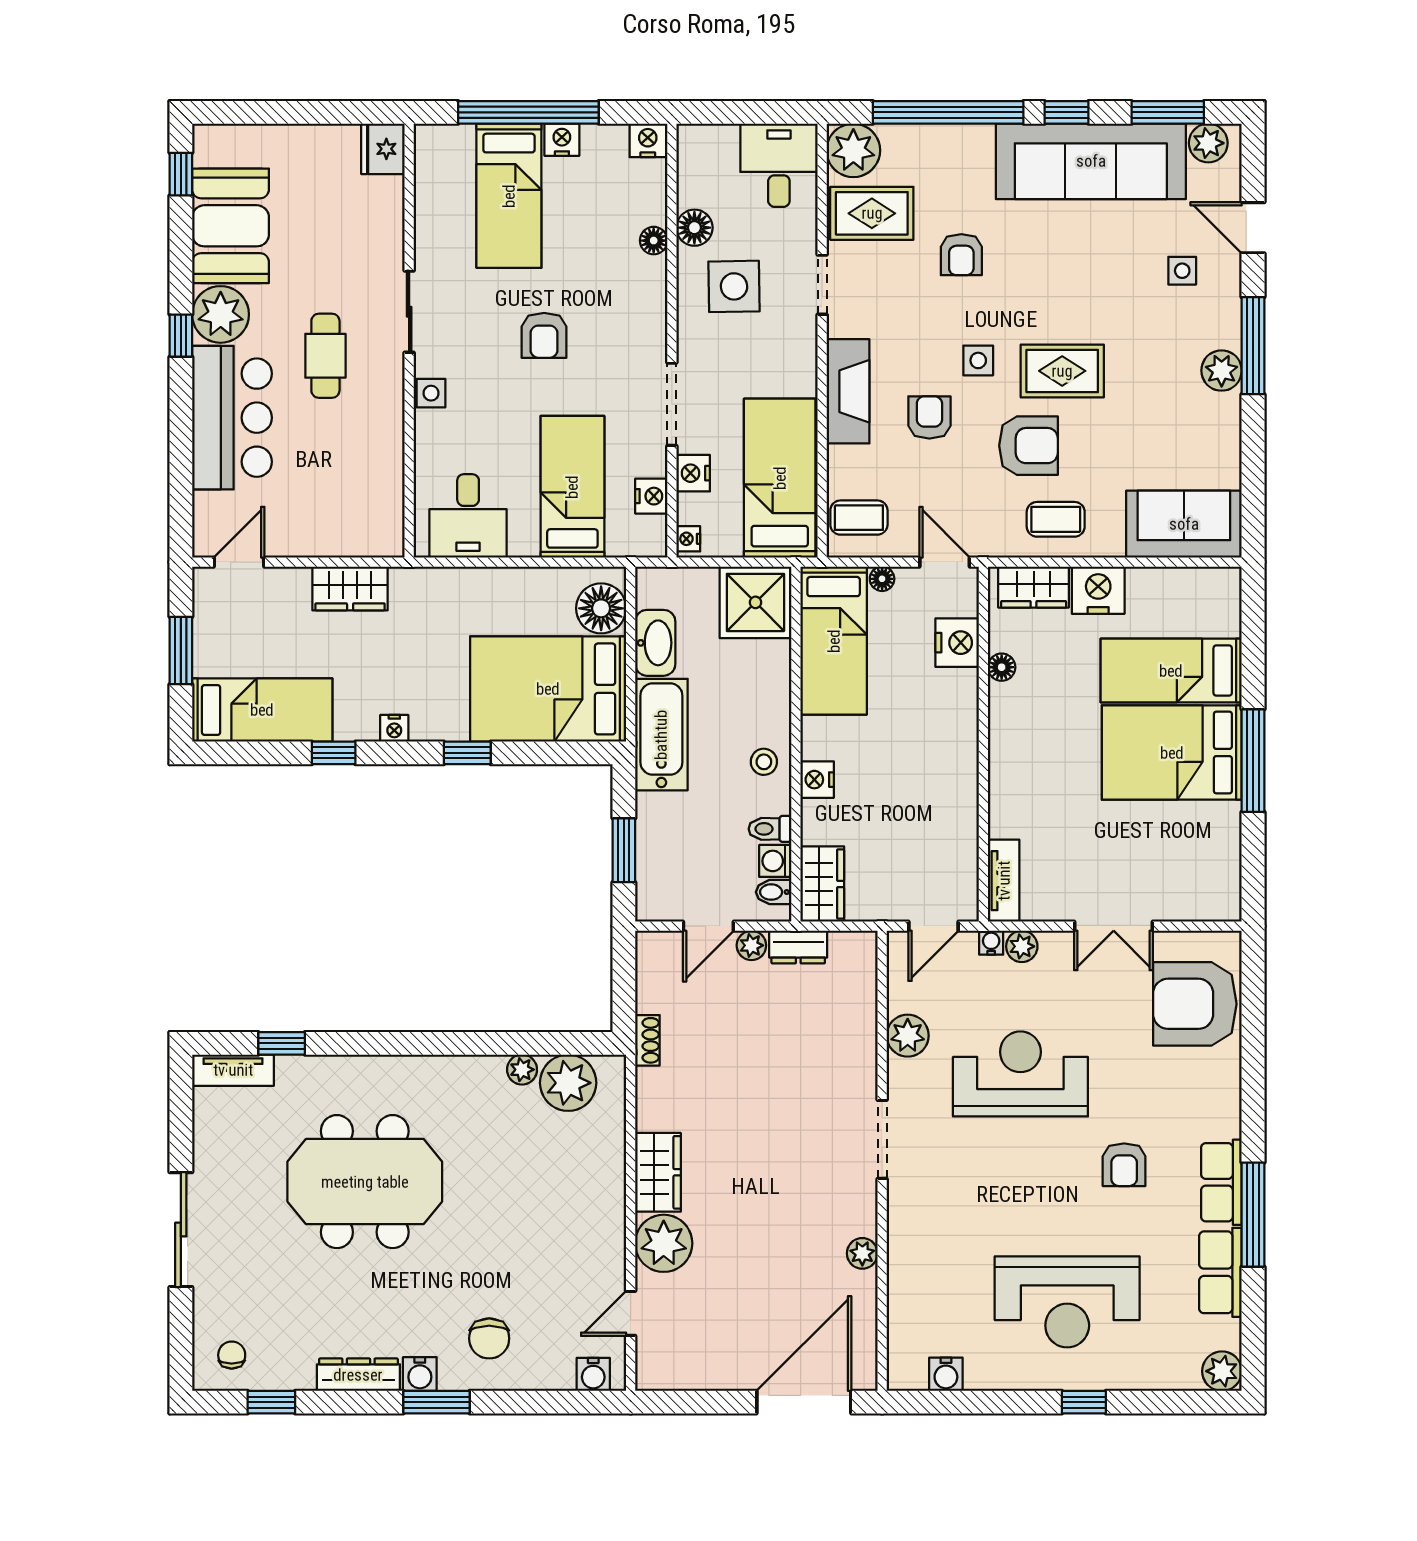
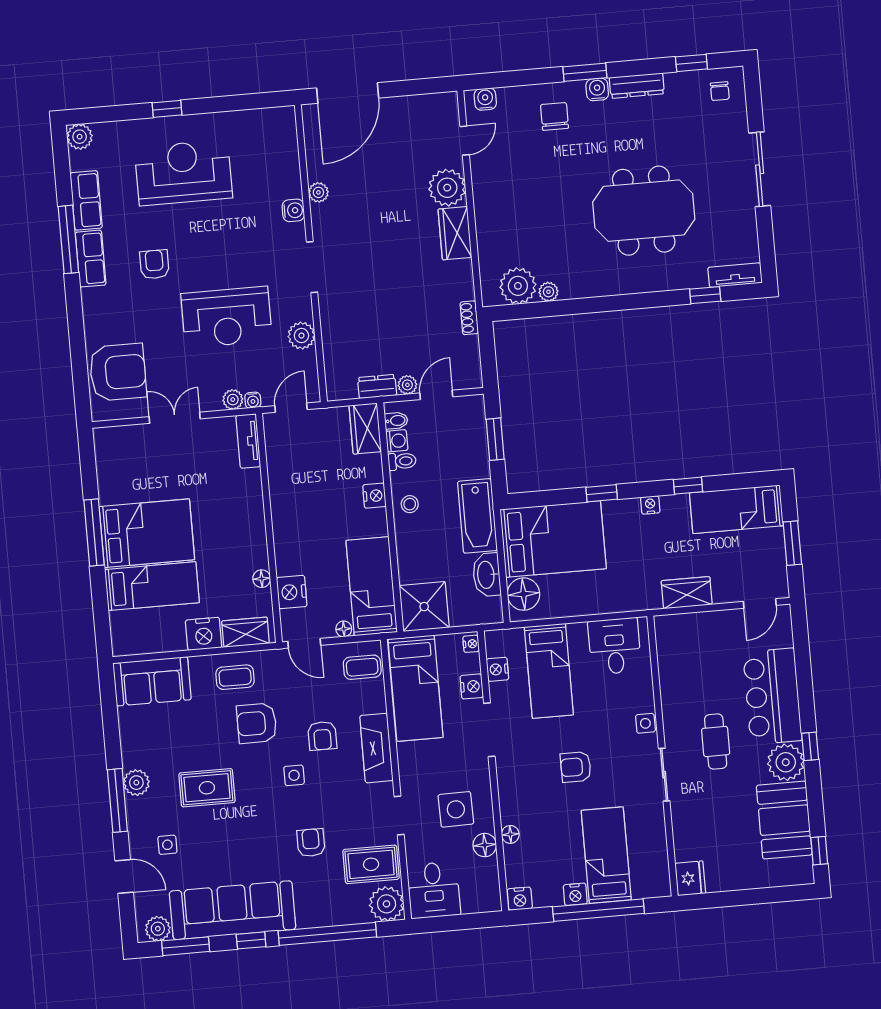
armchair: (544, 335) -> (576, 767), turned -90
rug: (1062, 371) -> (207, 788), moved
water cooler: (946, 1374) -> (293, 210), moved, turned 90

